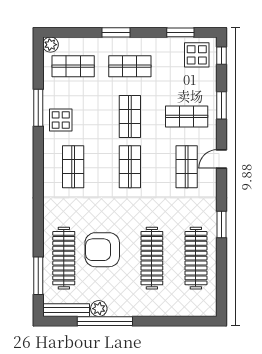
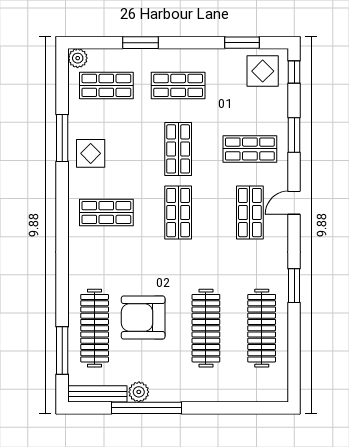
window: (116, 32) -> (140, 43), moved
shop shelf: (73, 167) -> (106, 213), turned 90

